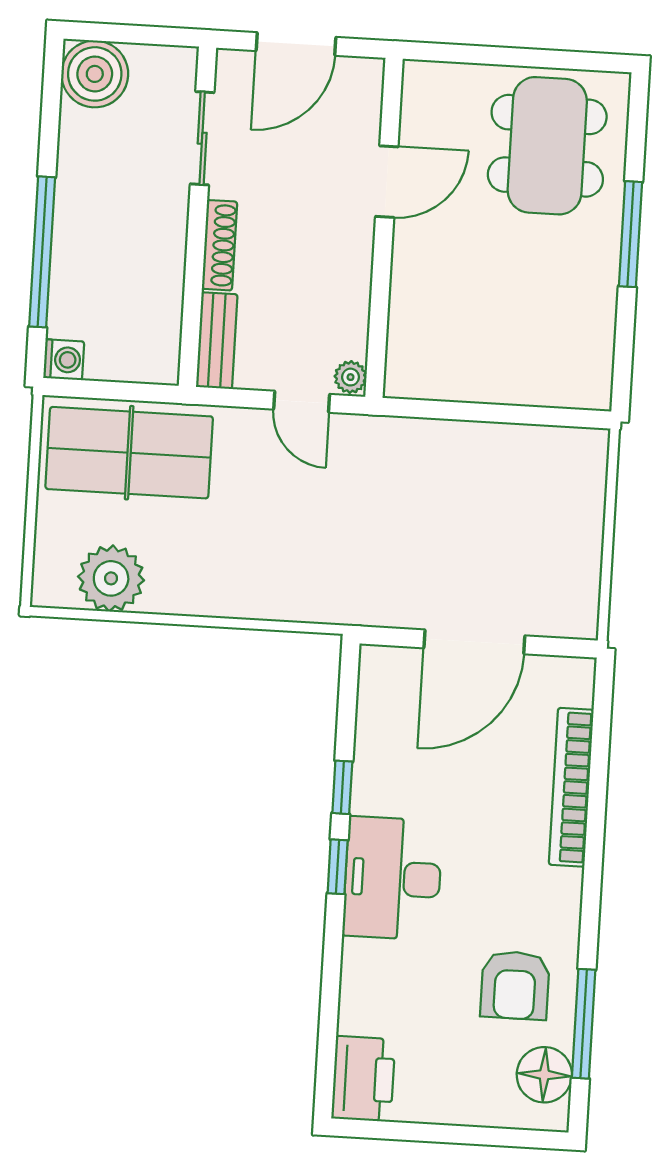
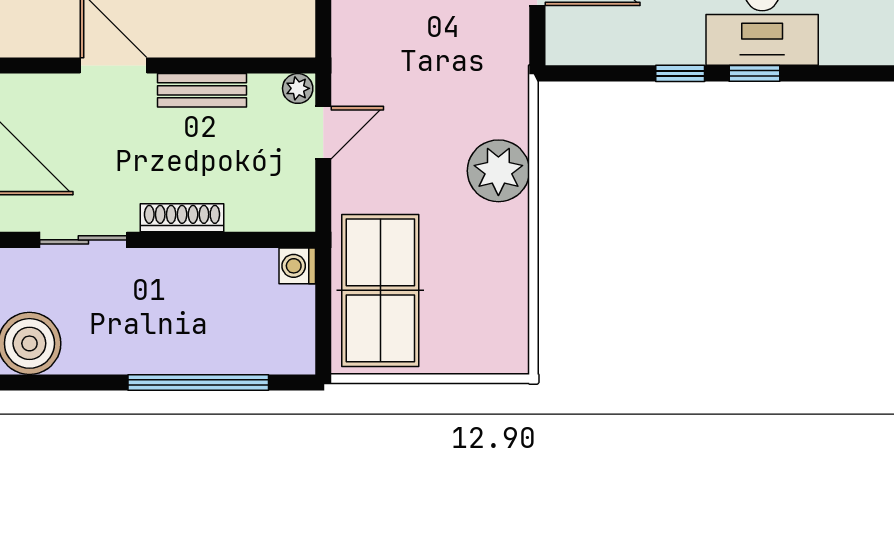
bench: (217, 341) -> (202, 90), moved
washing machine: (64, 360) -> (297, 266), moved, turned -90
plant: (111, 578) -> (498, 171), moved

